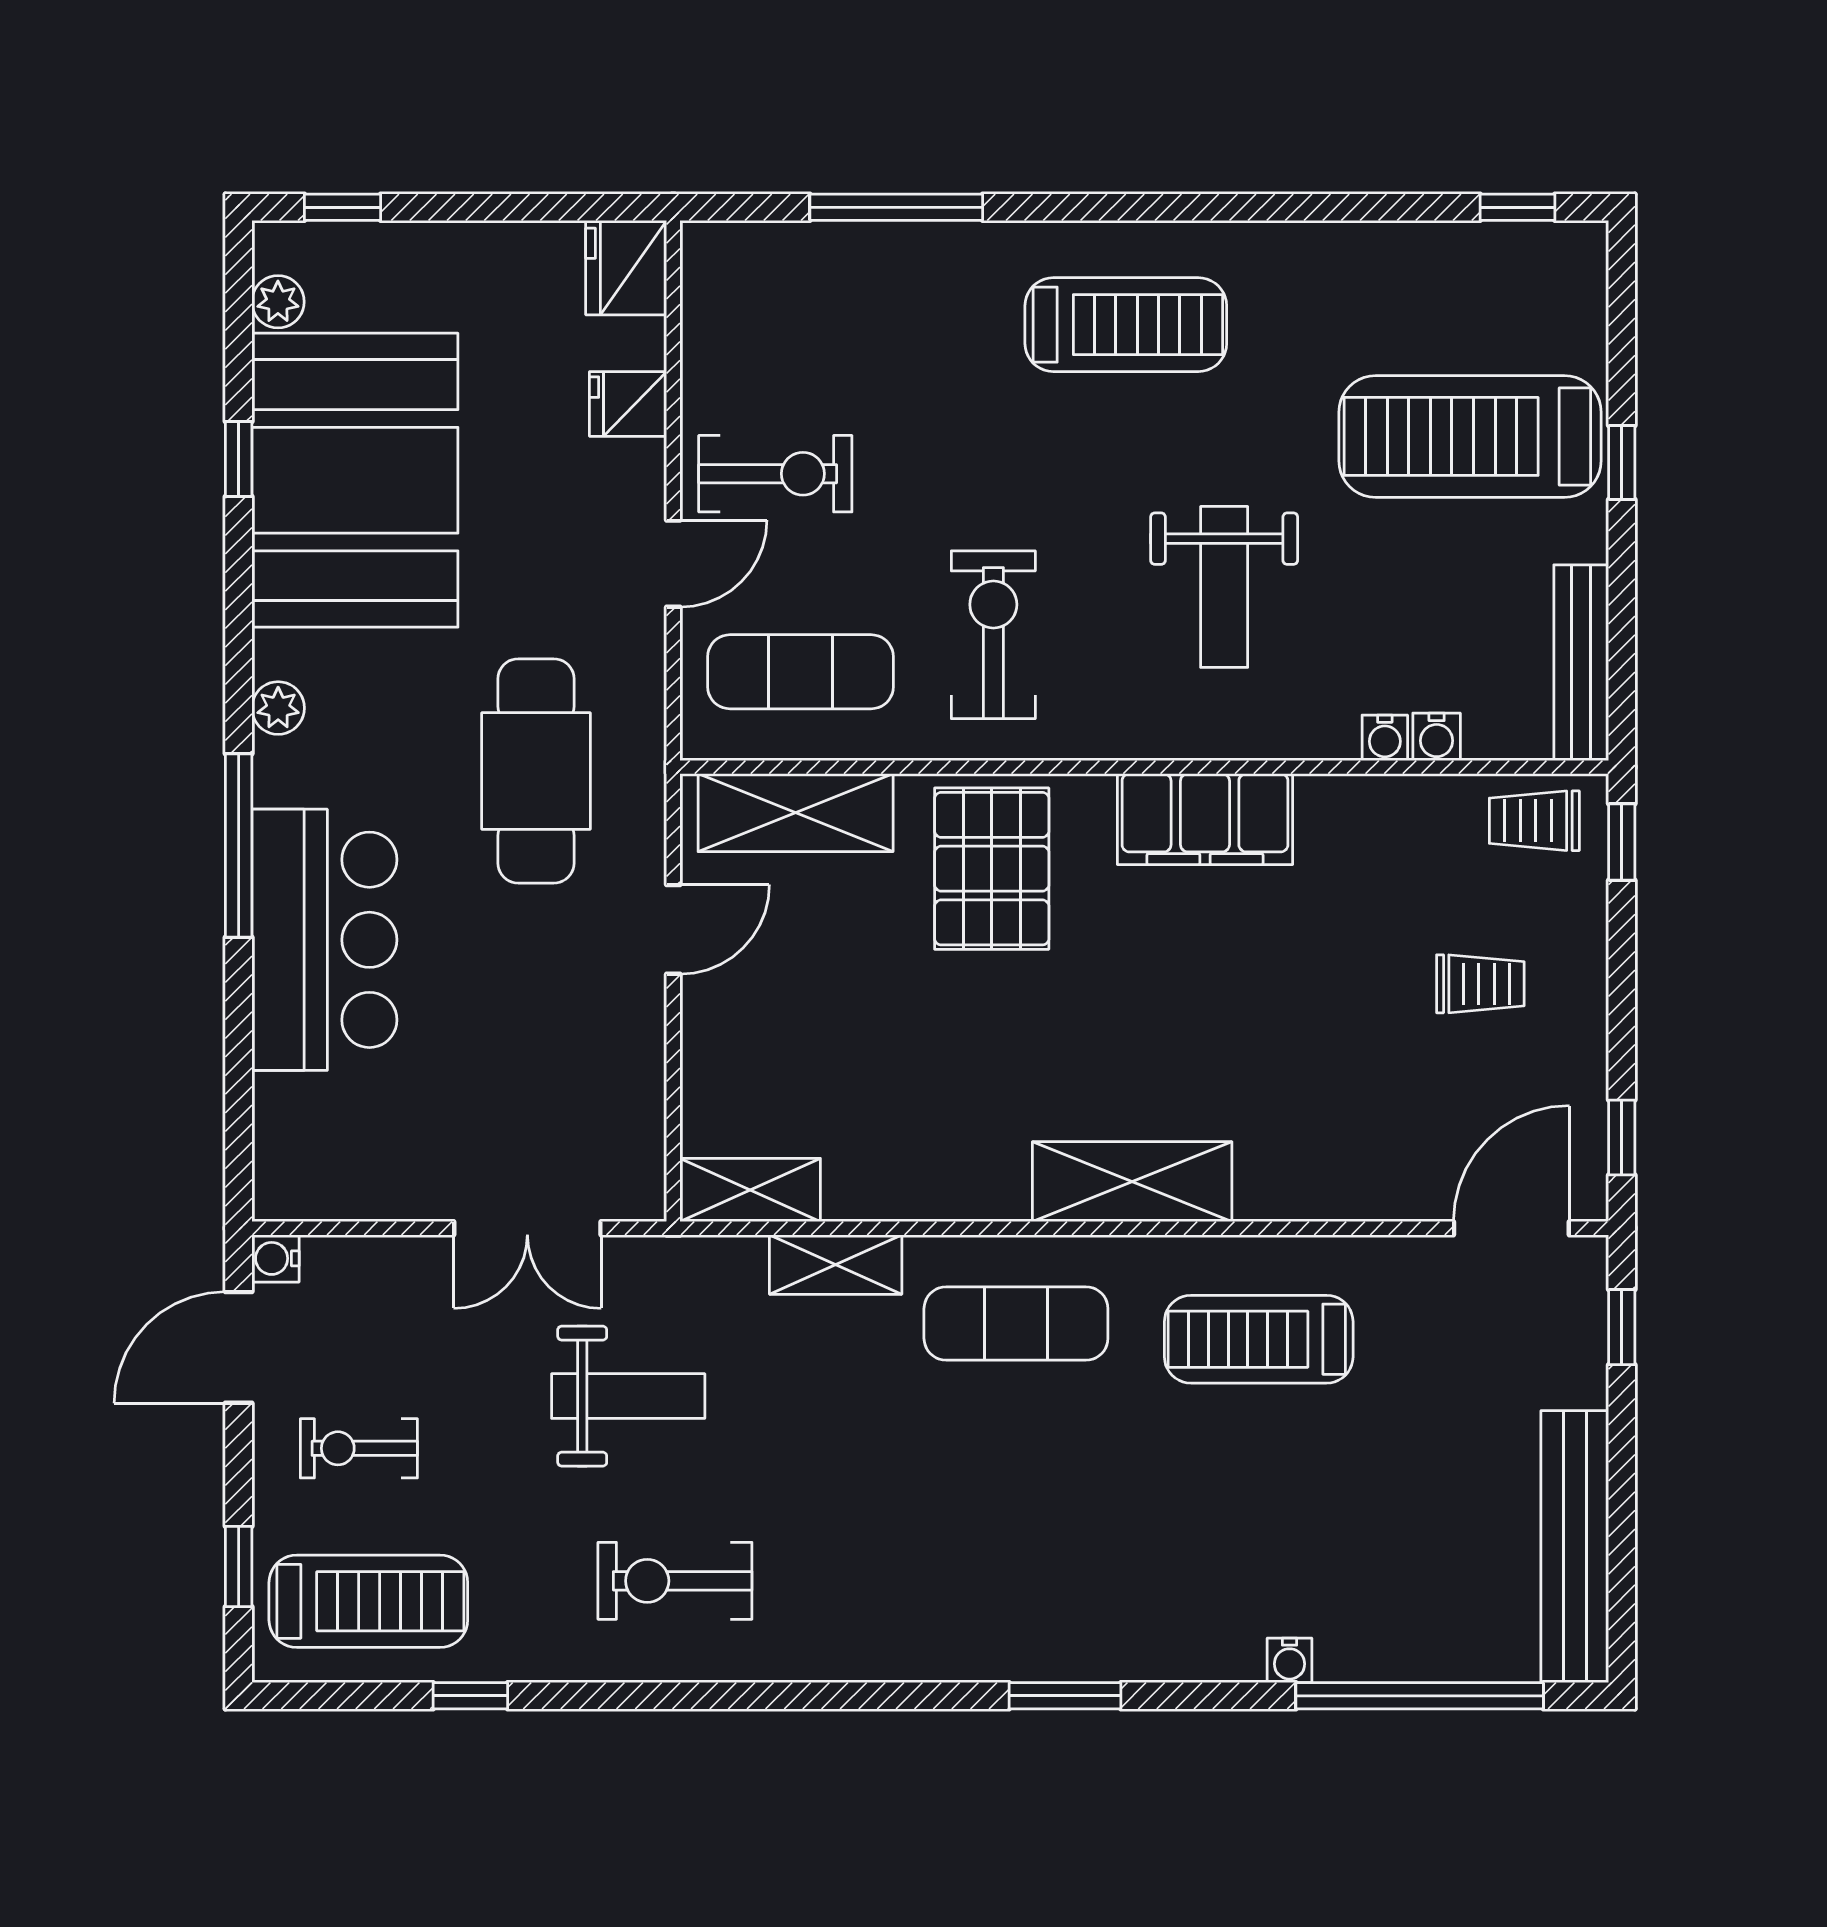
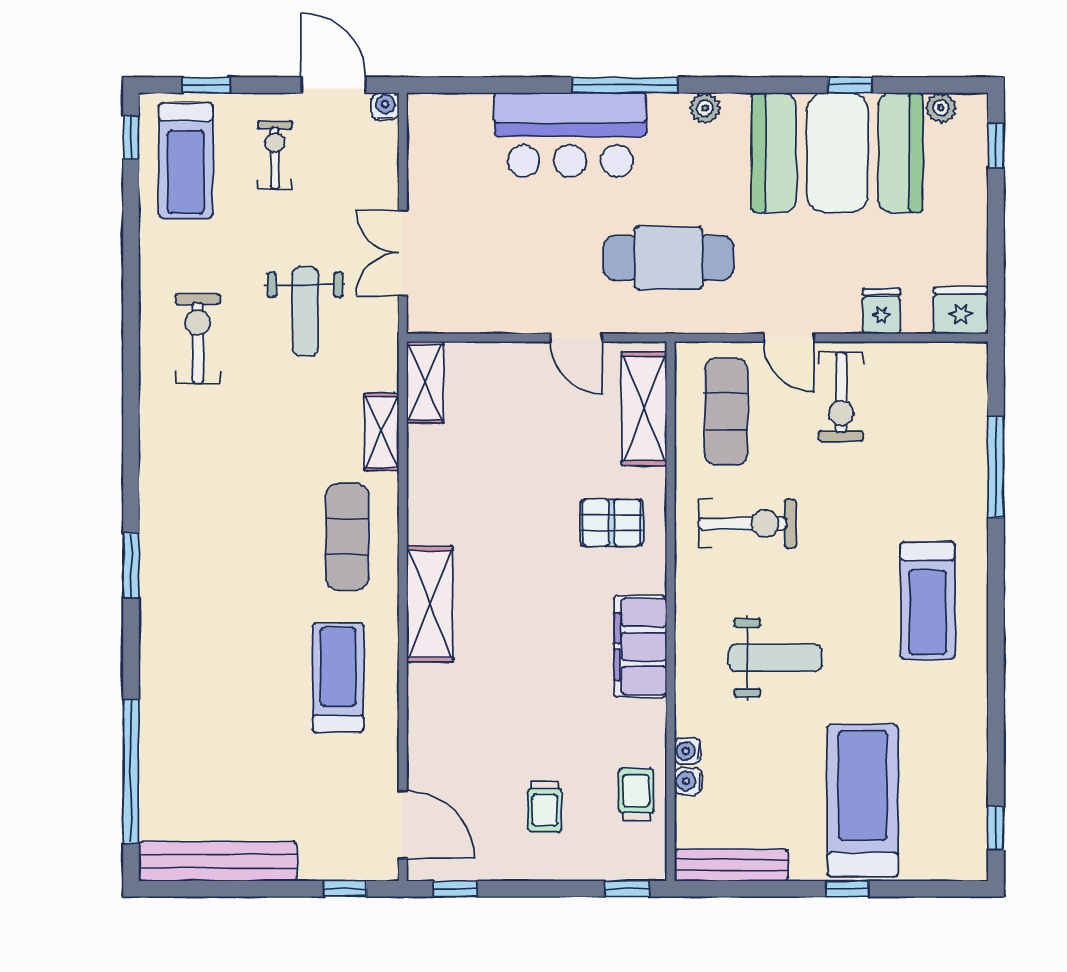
weight bench: (1224, 587) -> (775, 658), turned 180
trolley: (1534, 821) -> (636, 794), moved
pallet: (992, 869) -> (612, 523), width x0.67, depth x0.71
water cooler: (1290, 1660) -> (152, 696), removed
window: (470, 1696) -> (131, 137), moved

